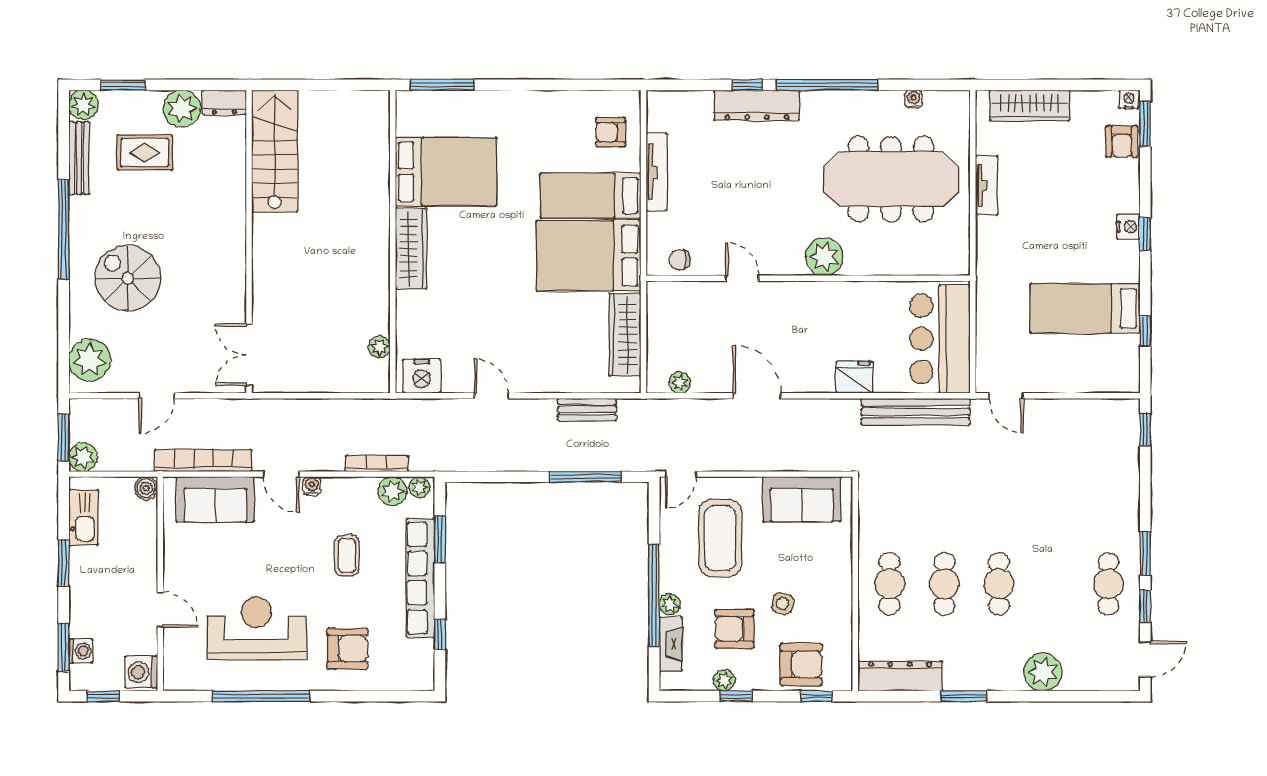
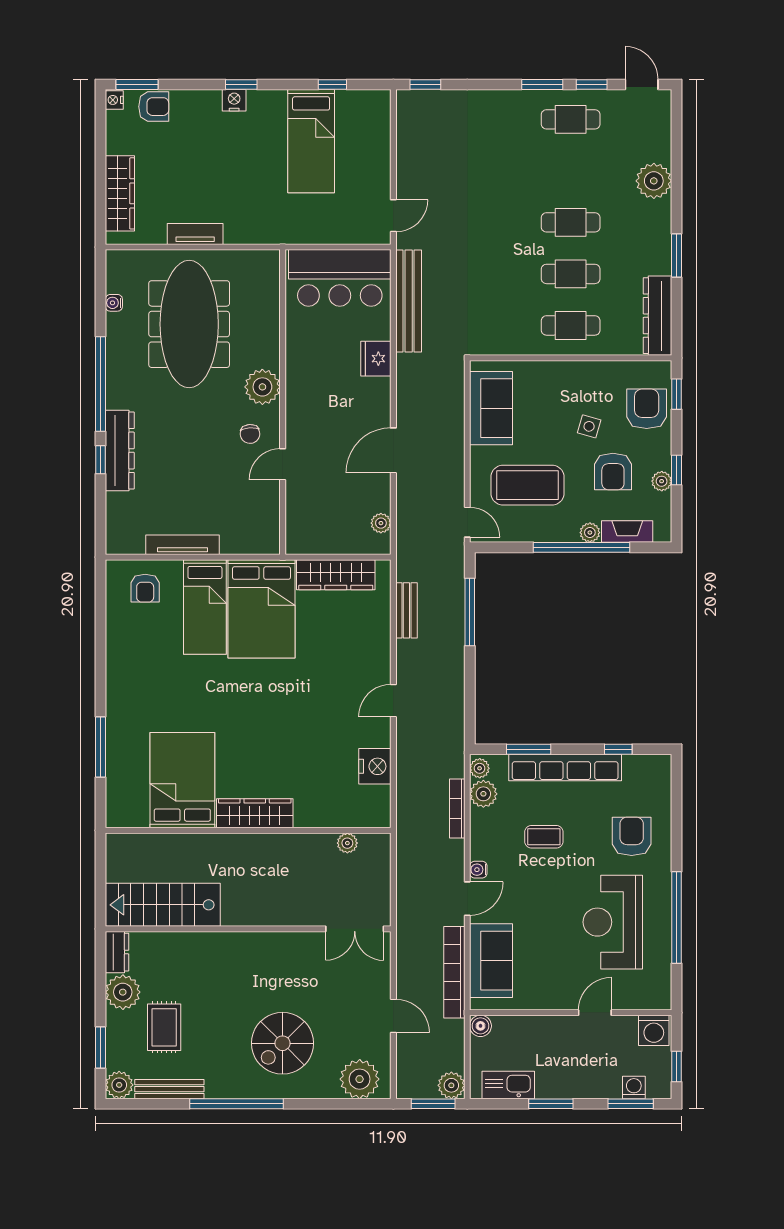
bed: (446, 172) -> (182, 780), moved
wall: (393, 242) -> (248, 830), moved
wardrobe: (411, 249) -> (255, 813), moved
chair: (680, 260) -> (250, 434), moved
plant: (379, 347) -> (347, 843), moved

